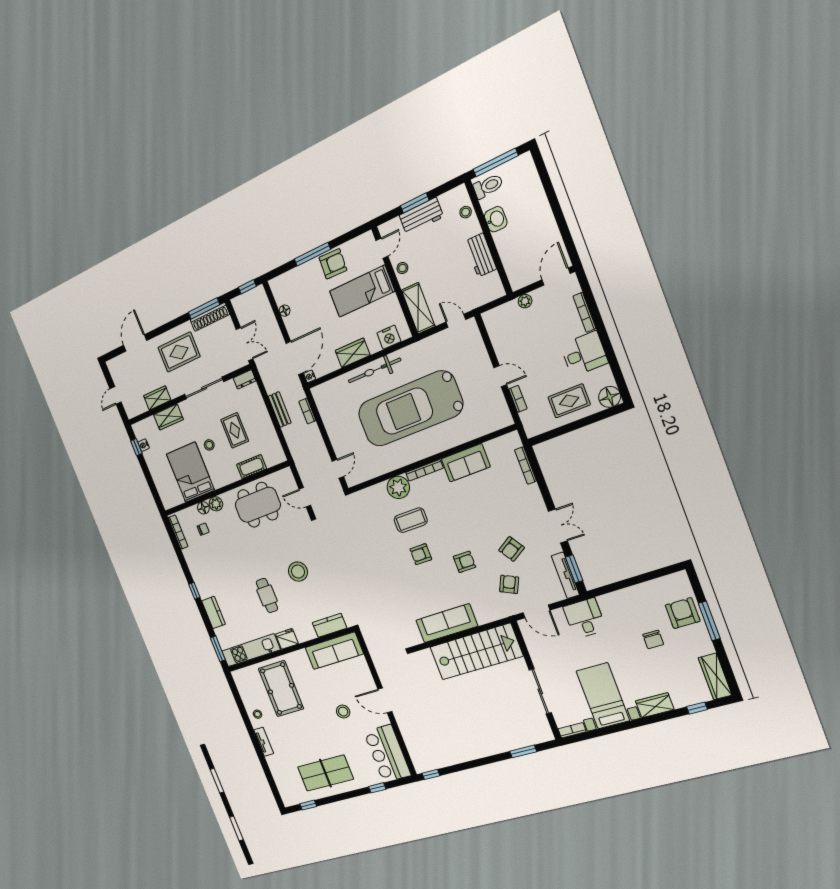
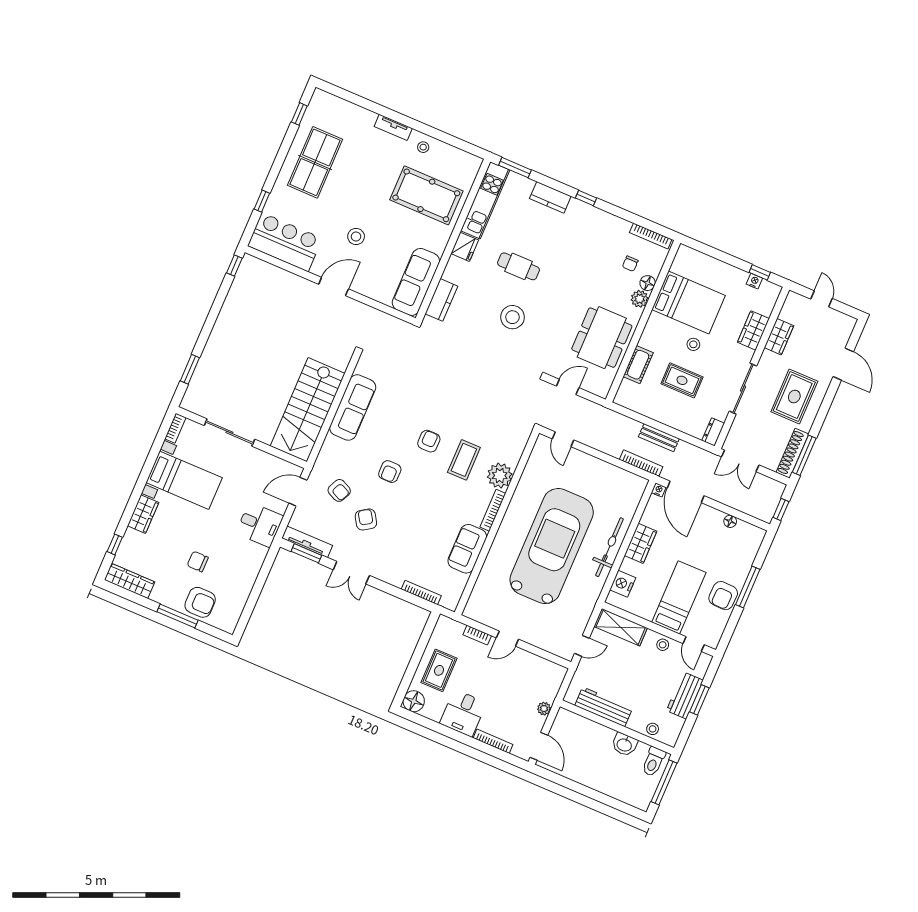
workbench: (481, 255) -> (604, 707), width x1.38
bookcase: (307, 411) -> (641, 463), width x1.56

